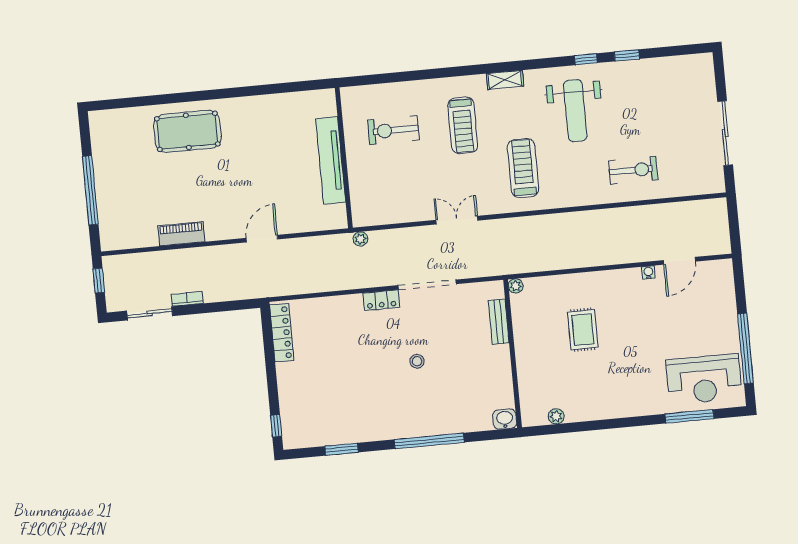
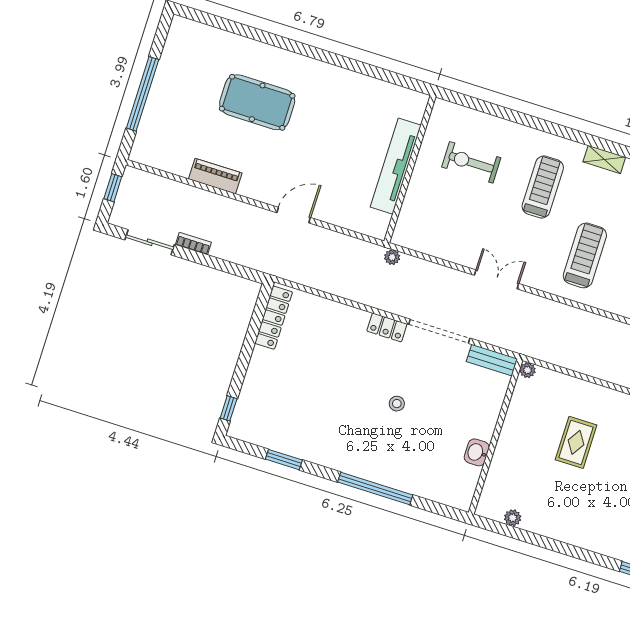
treadmill: (463, 125) -> (543, 187), turned 180
pool table: (187, 131) -> (257, 102), moved
bench: (499, 322) -> (492, 360), moved, turned 90
washbasin: (505, 419) -> (477, 452), moved, turned -90

